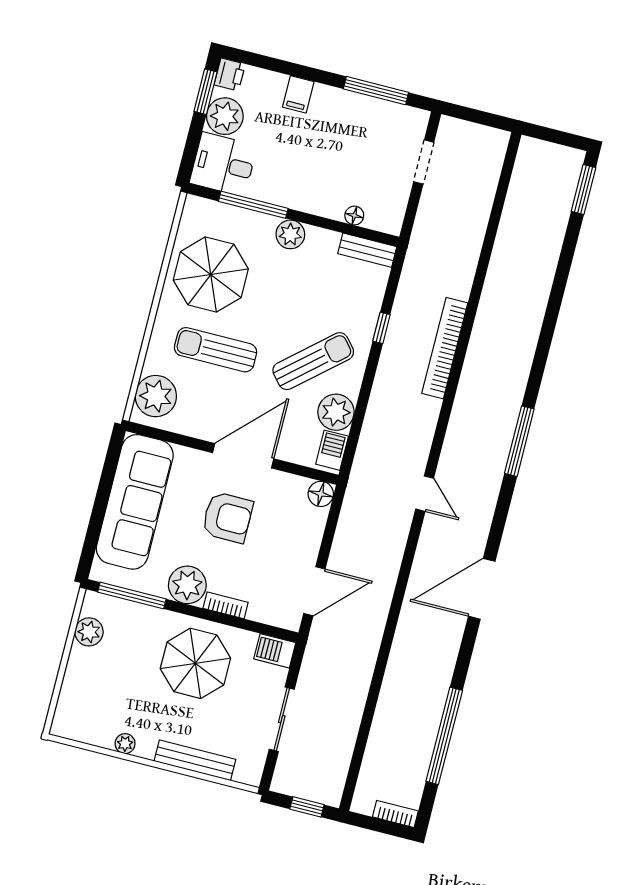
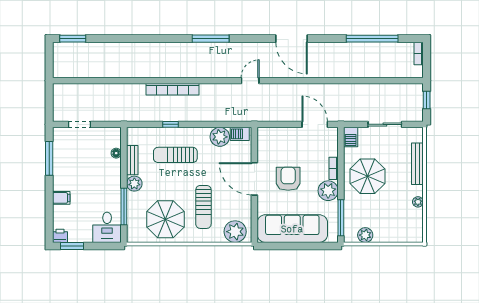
plant: (225, 116) -> (82, 233), removed
bench: (367, 250) -> (132, 160), moved
sun lounger: (313, 361) -> (175, 155), moved, turned -49
floor lamp: (321, 494) -> (264, 134), removed

